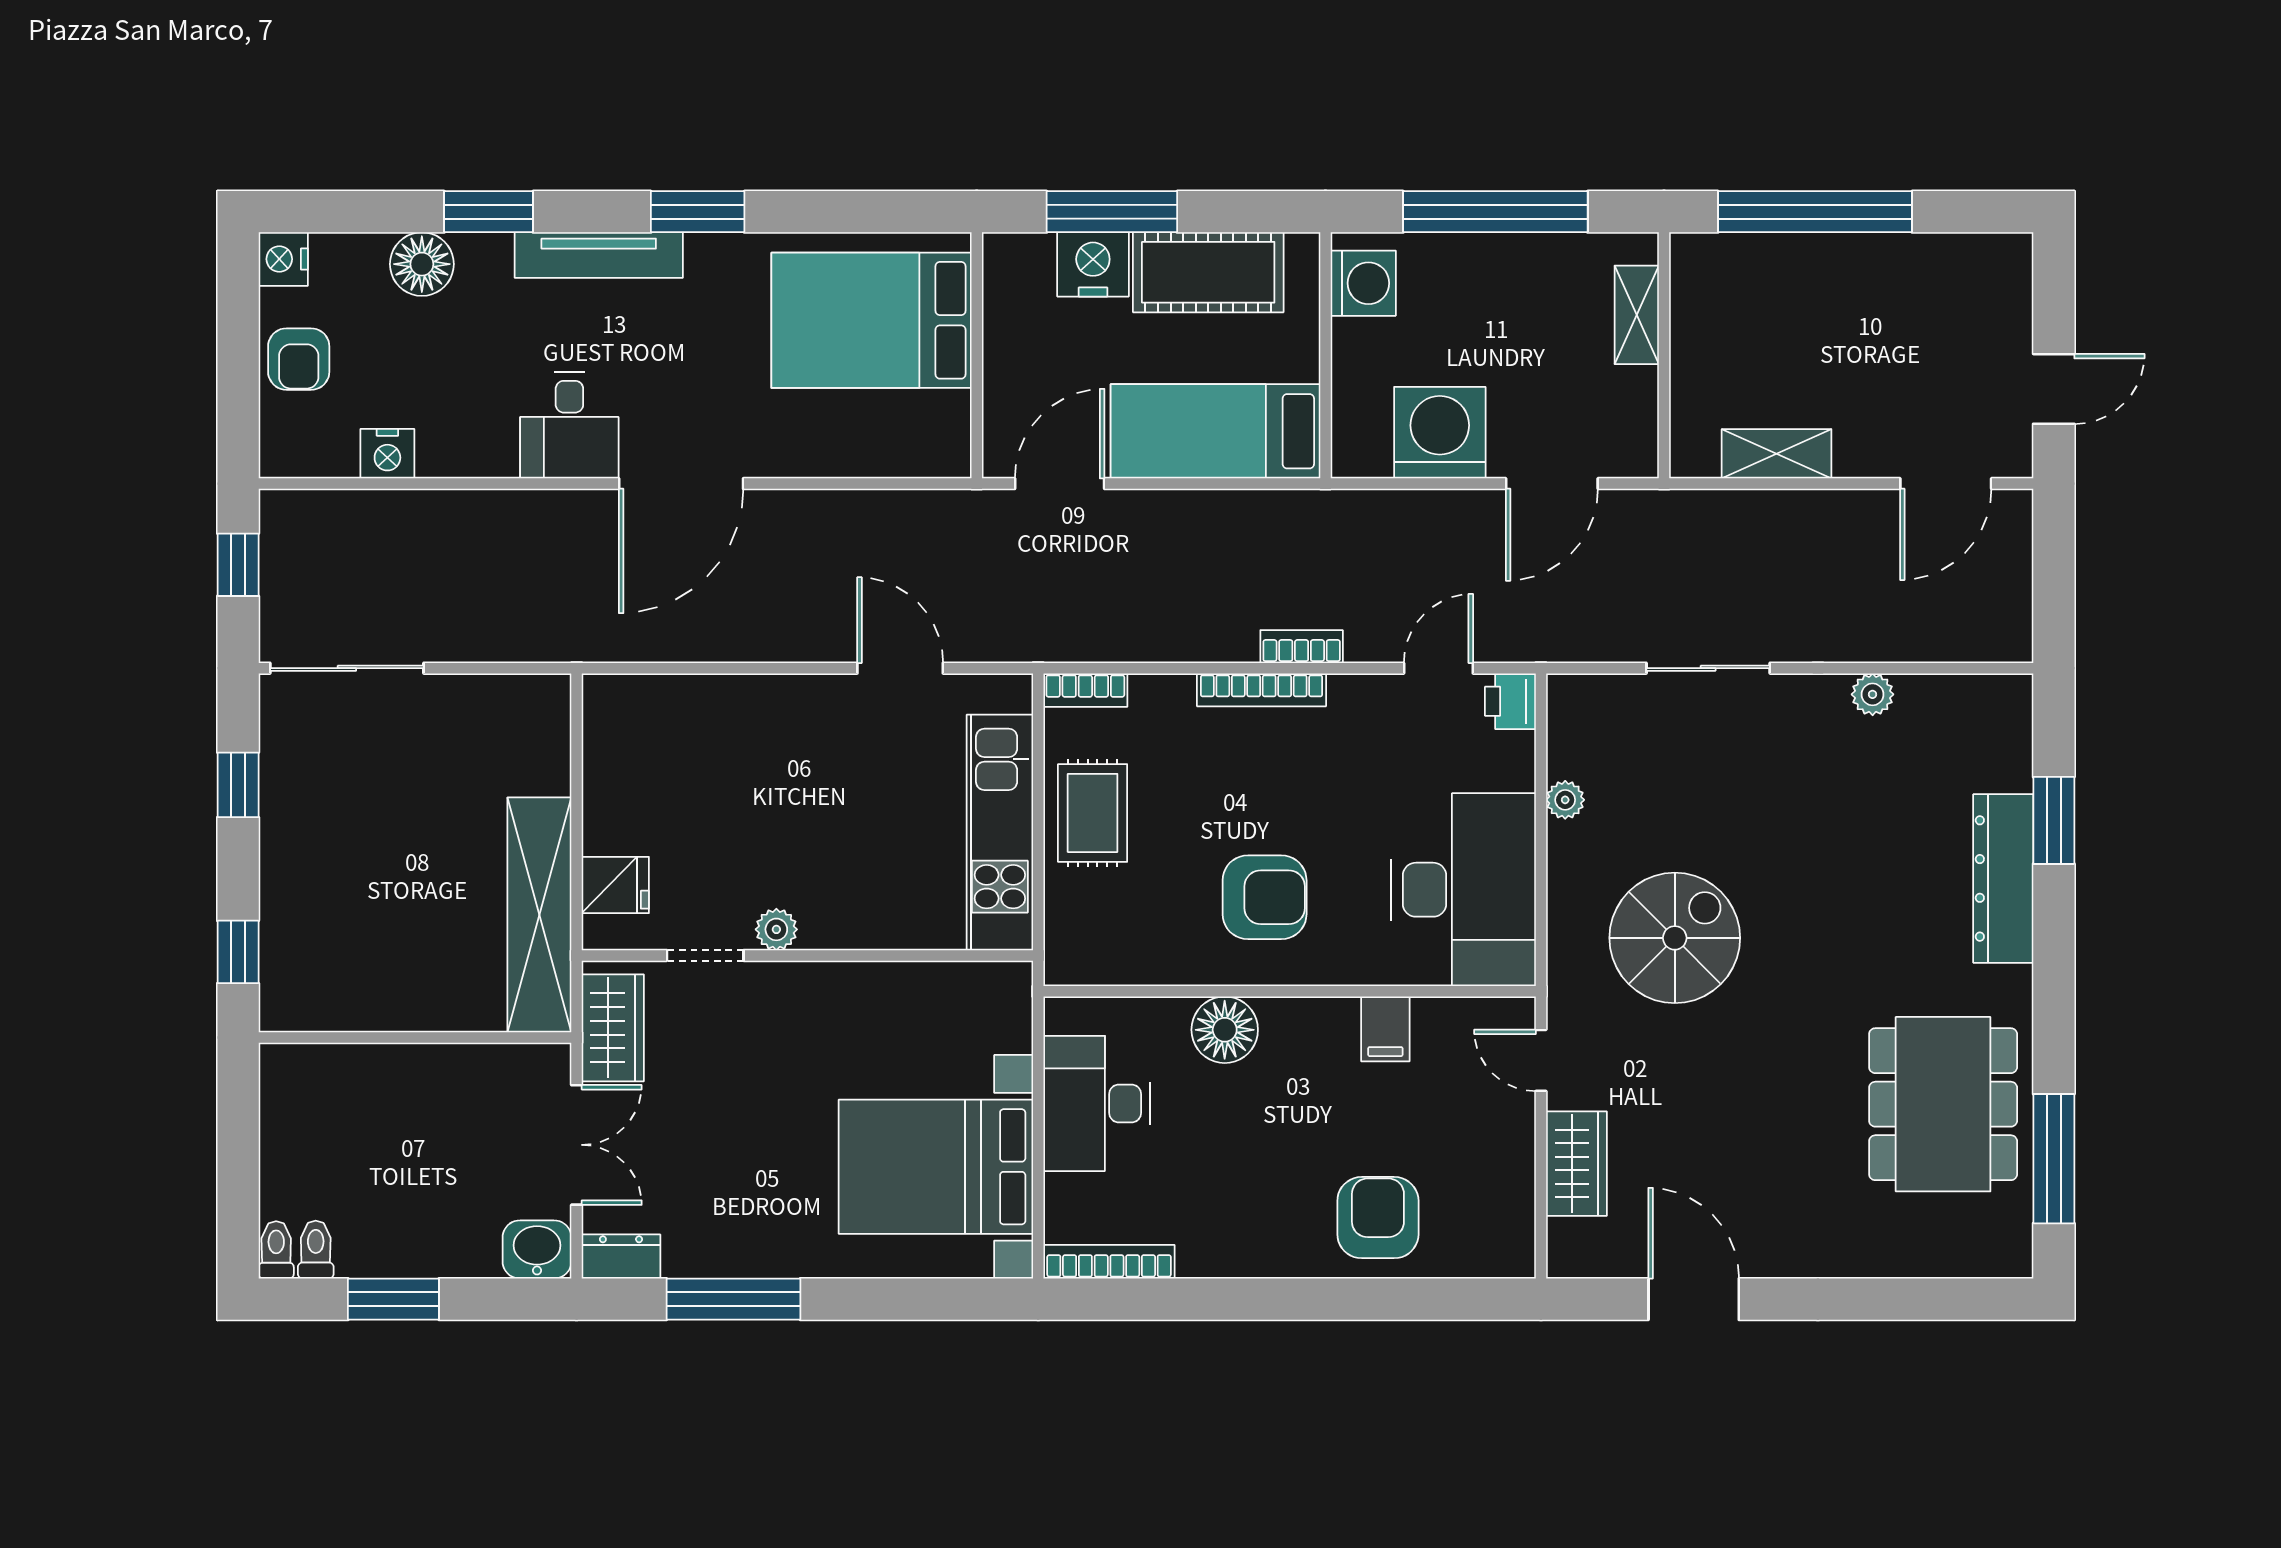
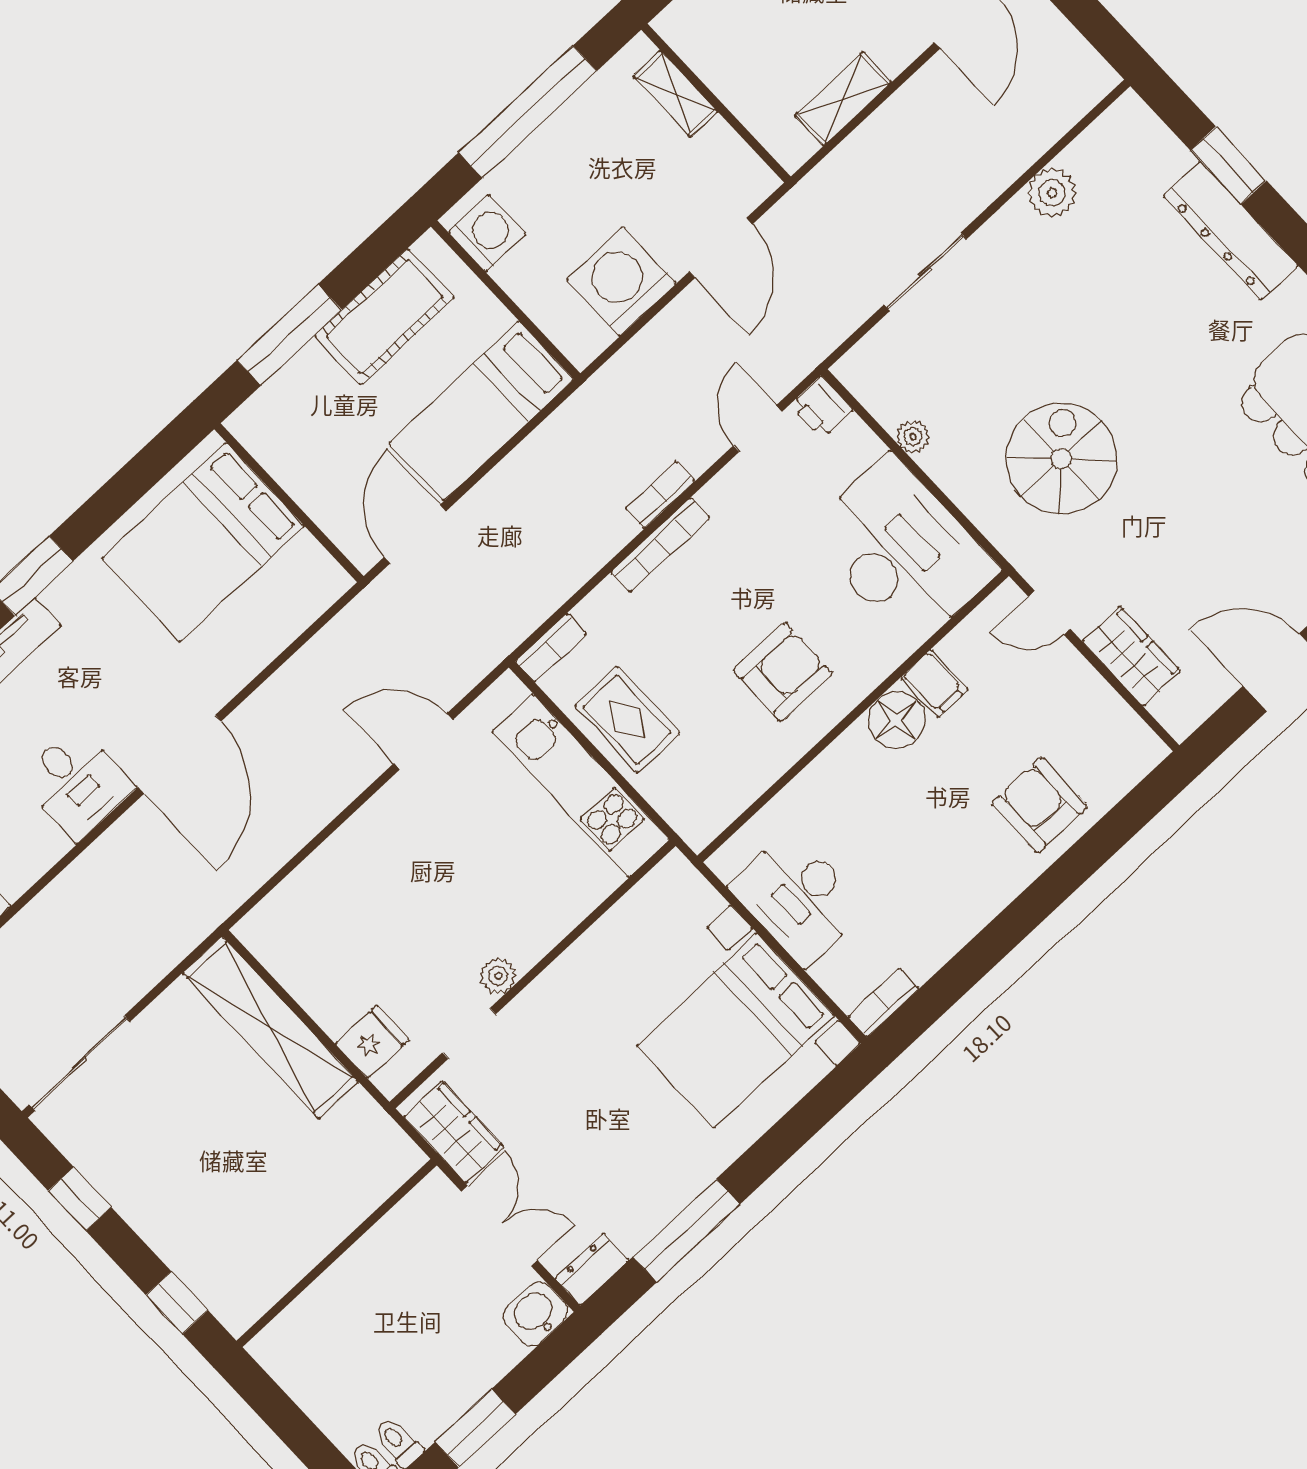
nightstand: (1093, 264) -> (308, 379), removed
plant: (1873, 694) -> (1052, 193), width x1.38, depth x1.38
shelving: (539, 915) -> (270, 1027), moved
floor lamp: (1225, 1030) -> (897, 720), moved
bookcase: (1109, 1262) -> (883, 1003), width x0.64

